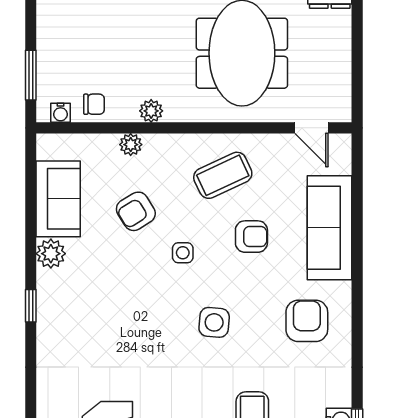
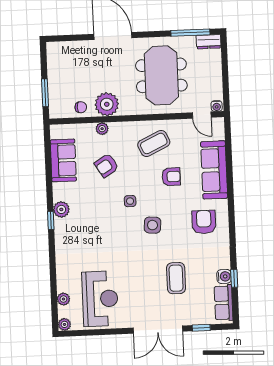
plant: (151, 111) -> (107, 104), width x1.88, depth x1.88
water cooler: (60, 113) -> (217, 106), moved
side table: (183, 253) -> (130, 201), moved
plant: (51, 254) -> (61, 209), moved

